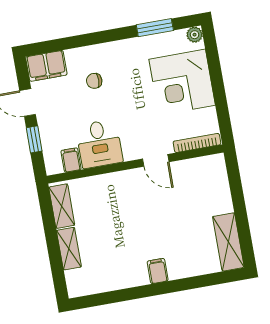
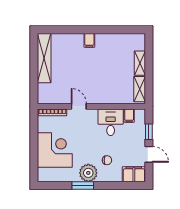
window: (155, 28) -> (83, 185), moved
plant: (195, 35) -> (88, 173), moved, width x1.88, depth x1.88
shelving: (228, 242) -> (44, 58), width x1.47

